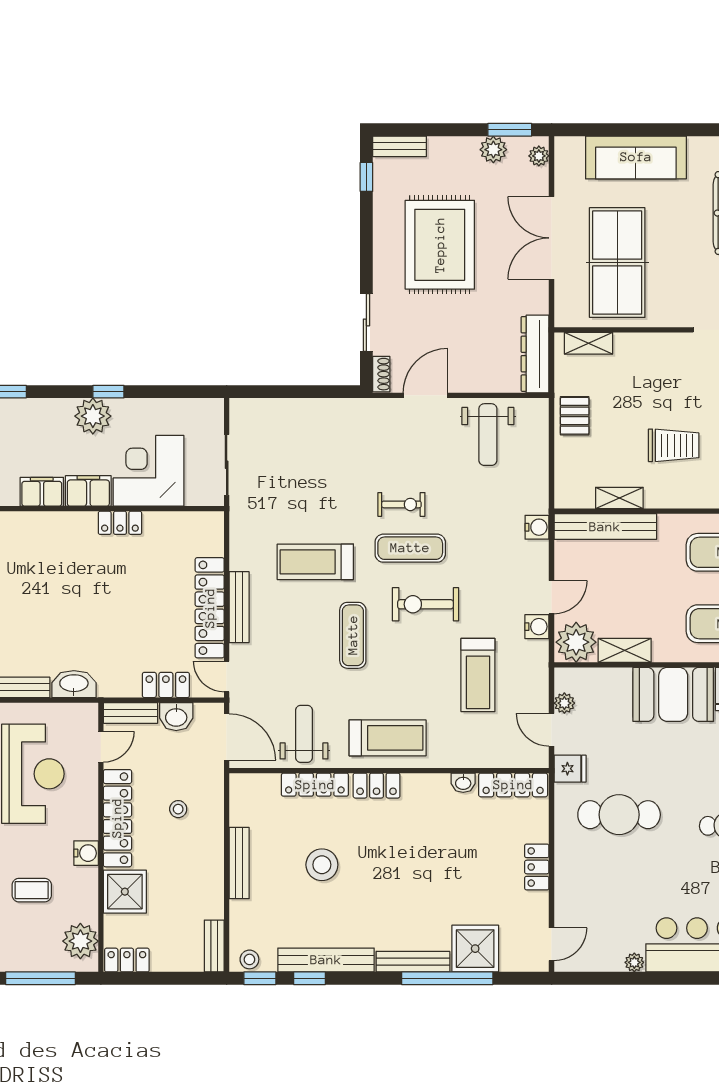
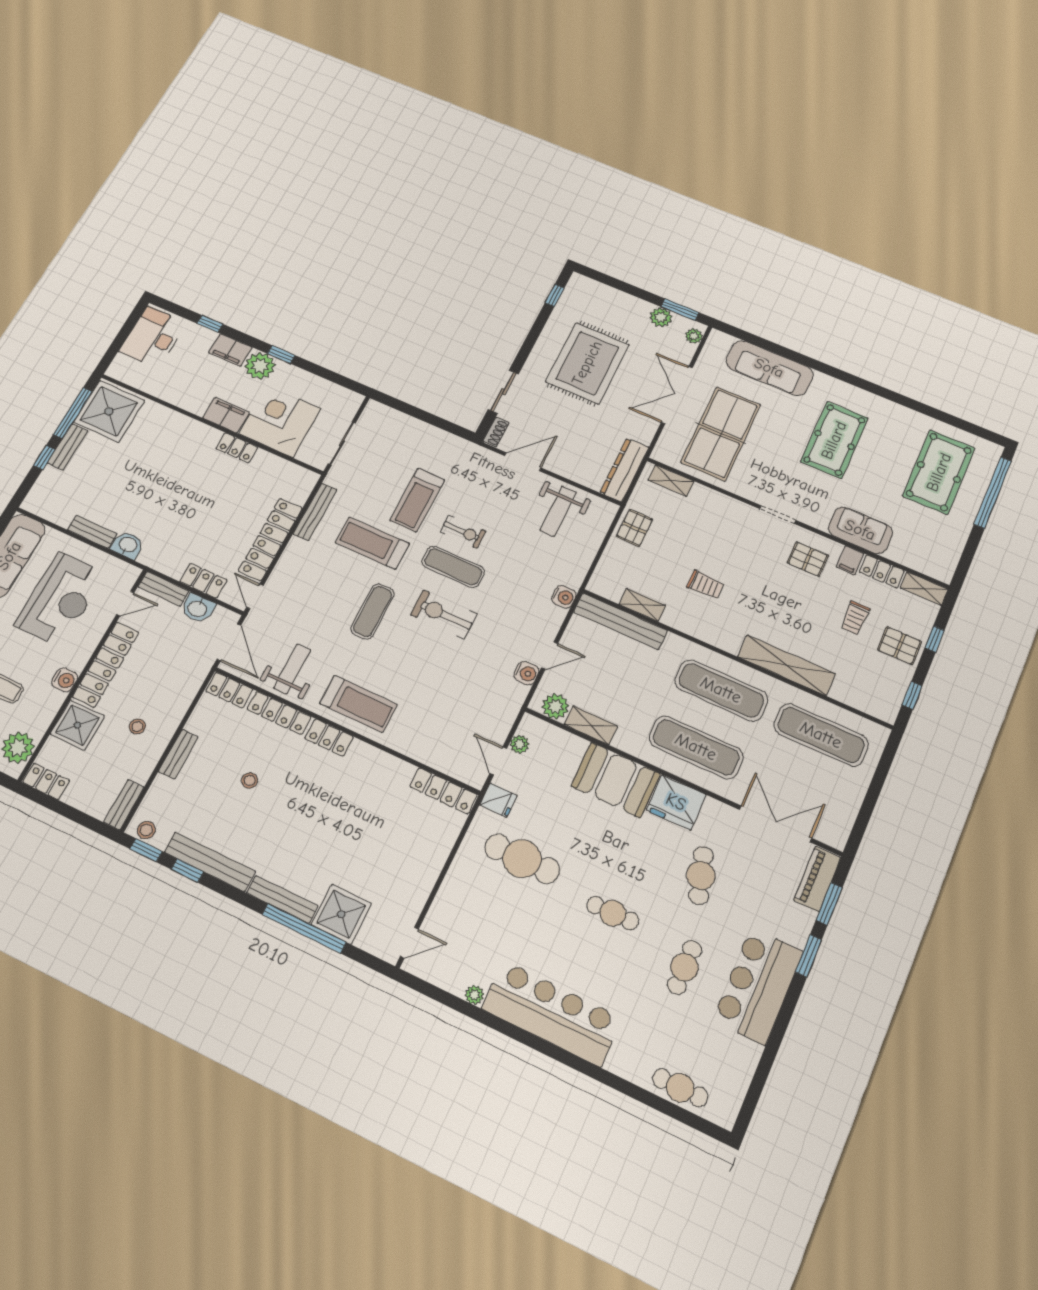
bench: (400, 146) -> (590, 286), removed
trolley: (674, 445) -> (706, 585), width x0.73, depth x0.72
filing cabinet: (42, 492) -> (230, 350), moved, turned 180
bench: (239, 607) -> (315, 512), moved
plant: (576, 642) -> (555, 706), width x0.73, depth x0.73
treadmill: (478, 675) -> (417, 500), moved
washbasin: (74, 684) -> (128, 545), width x0.72
washbasin: (463, 783) -> (402, 769), removed
stool: (178, 809) -> (137, 726), moved
bench: (239, 863) -> (178, 754), width x0.73
stool: (322, 865) -> (250, 780), width x0.53, depth x0.53
locker: (537, 867) -> (229, 690), moved, turned -90

